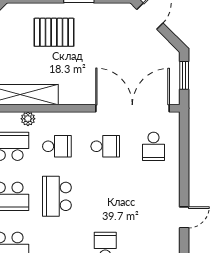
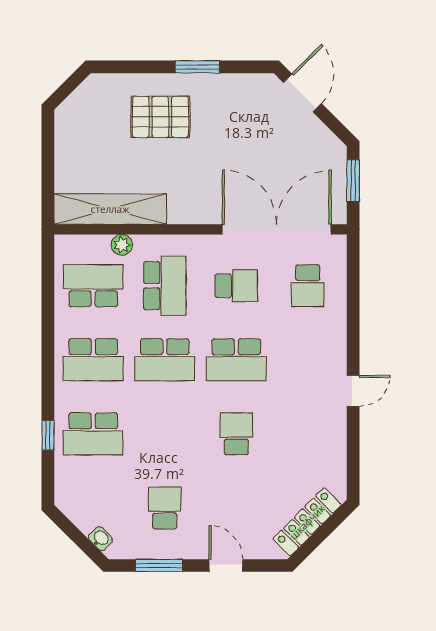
school desk: (57, 146) -> (165, 286), width x1.85
school desk: (57, 196) -> (165, 360), turned -90
school desk: (105, 196) -> (236, 360), added

